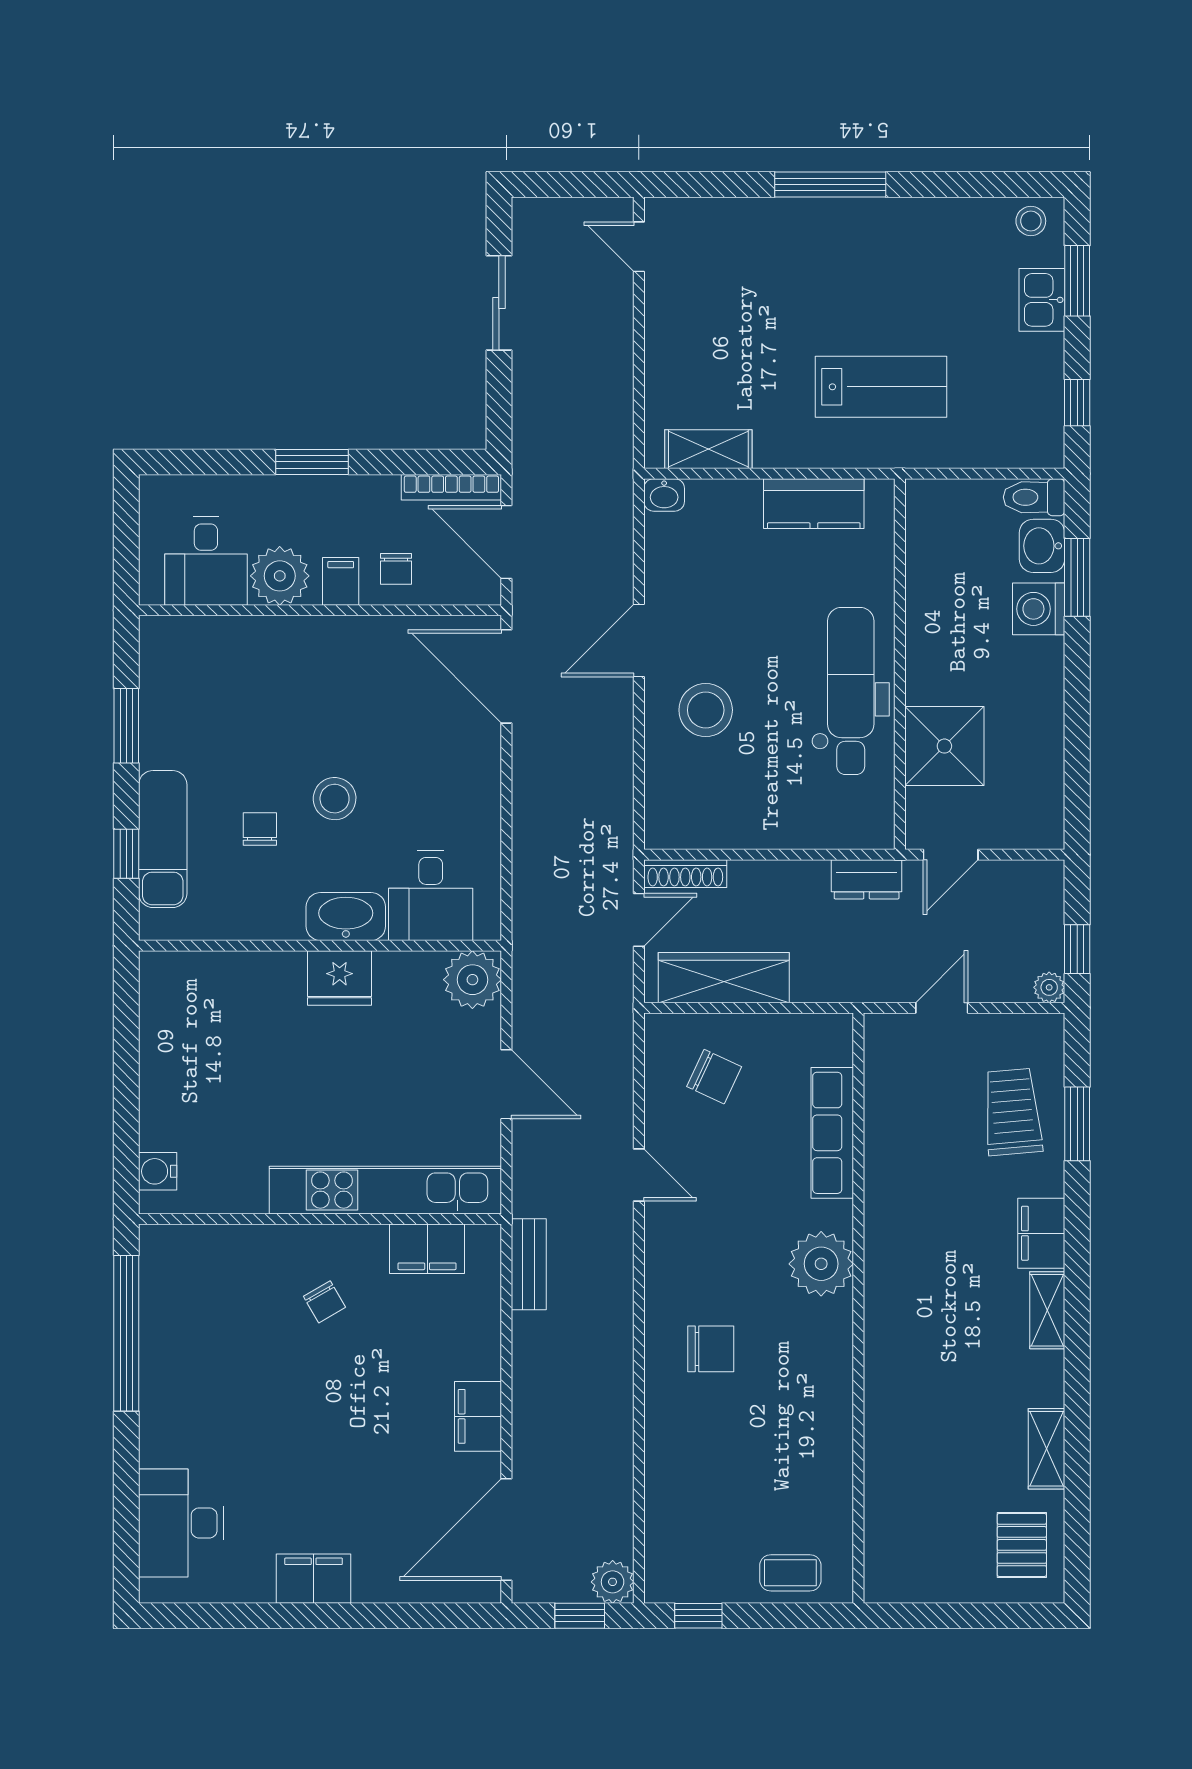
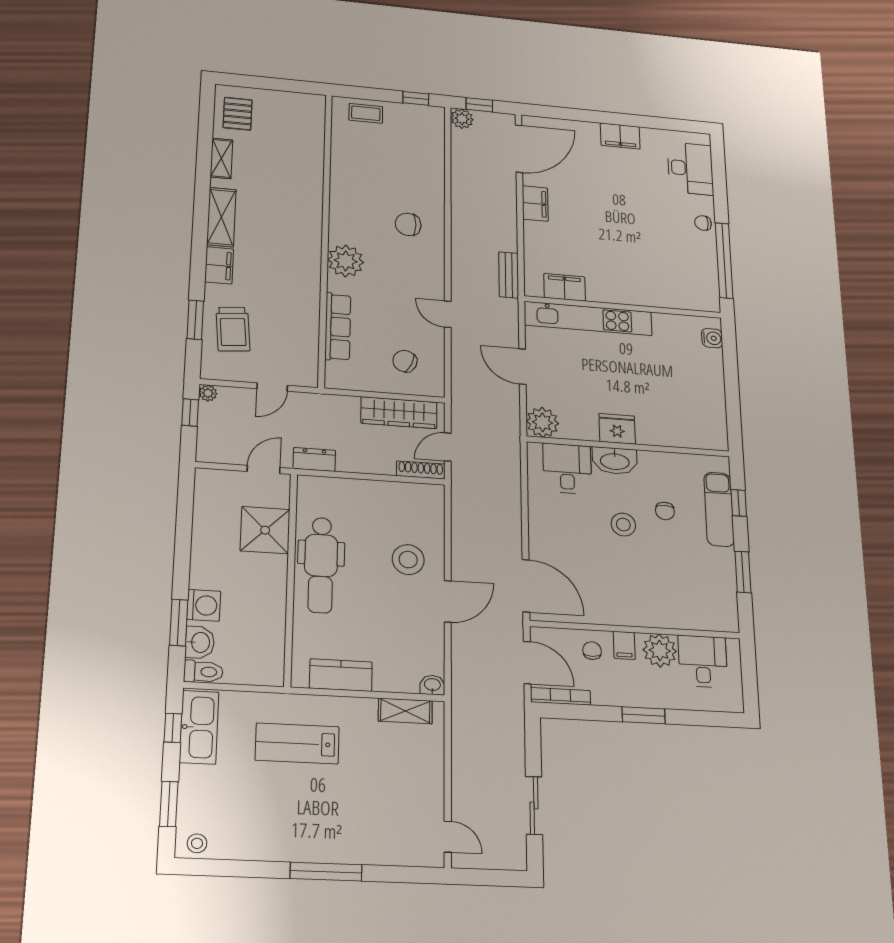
kitchen sink: (1042, 300) -> (199, 727), moved, width x1.87, depth x1.24
chair: (324, 1302) -> (703, 223), moved, turned -60
shelving: (1047, 1310) -> (221, 217), width x1.50, depth x1.33

